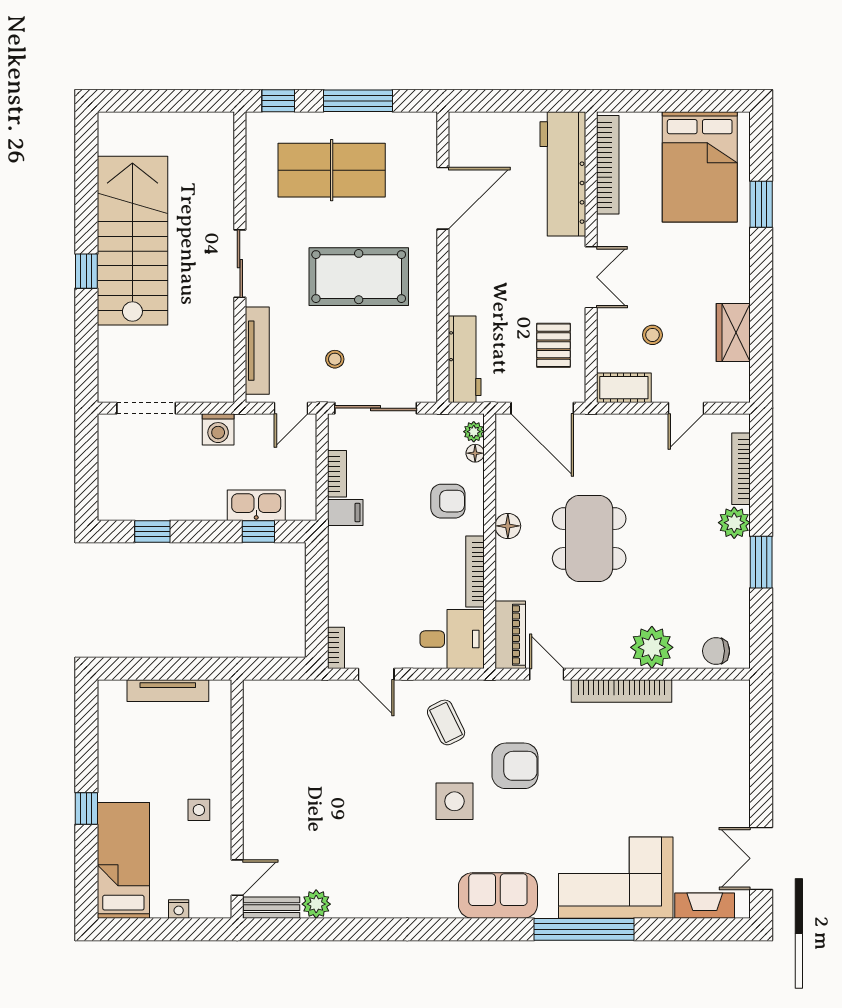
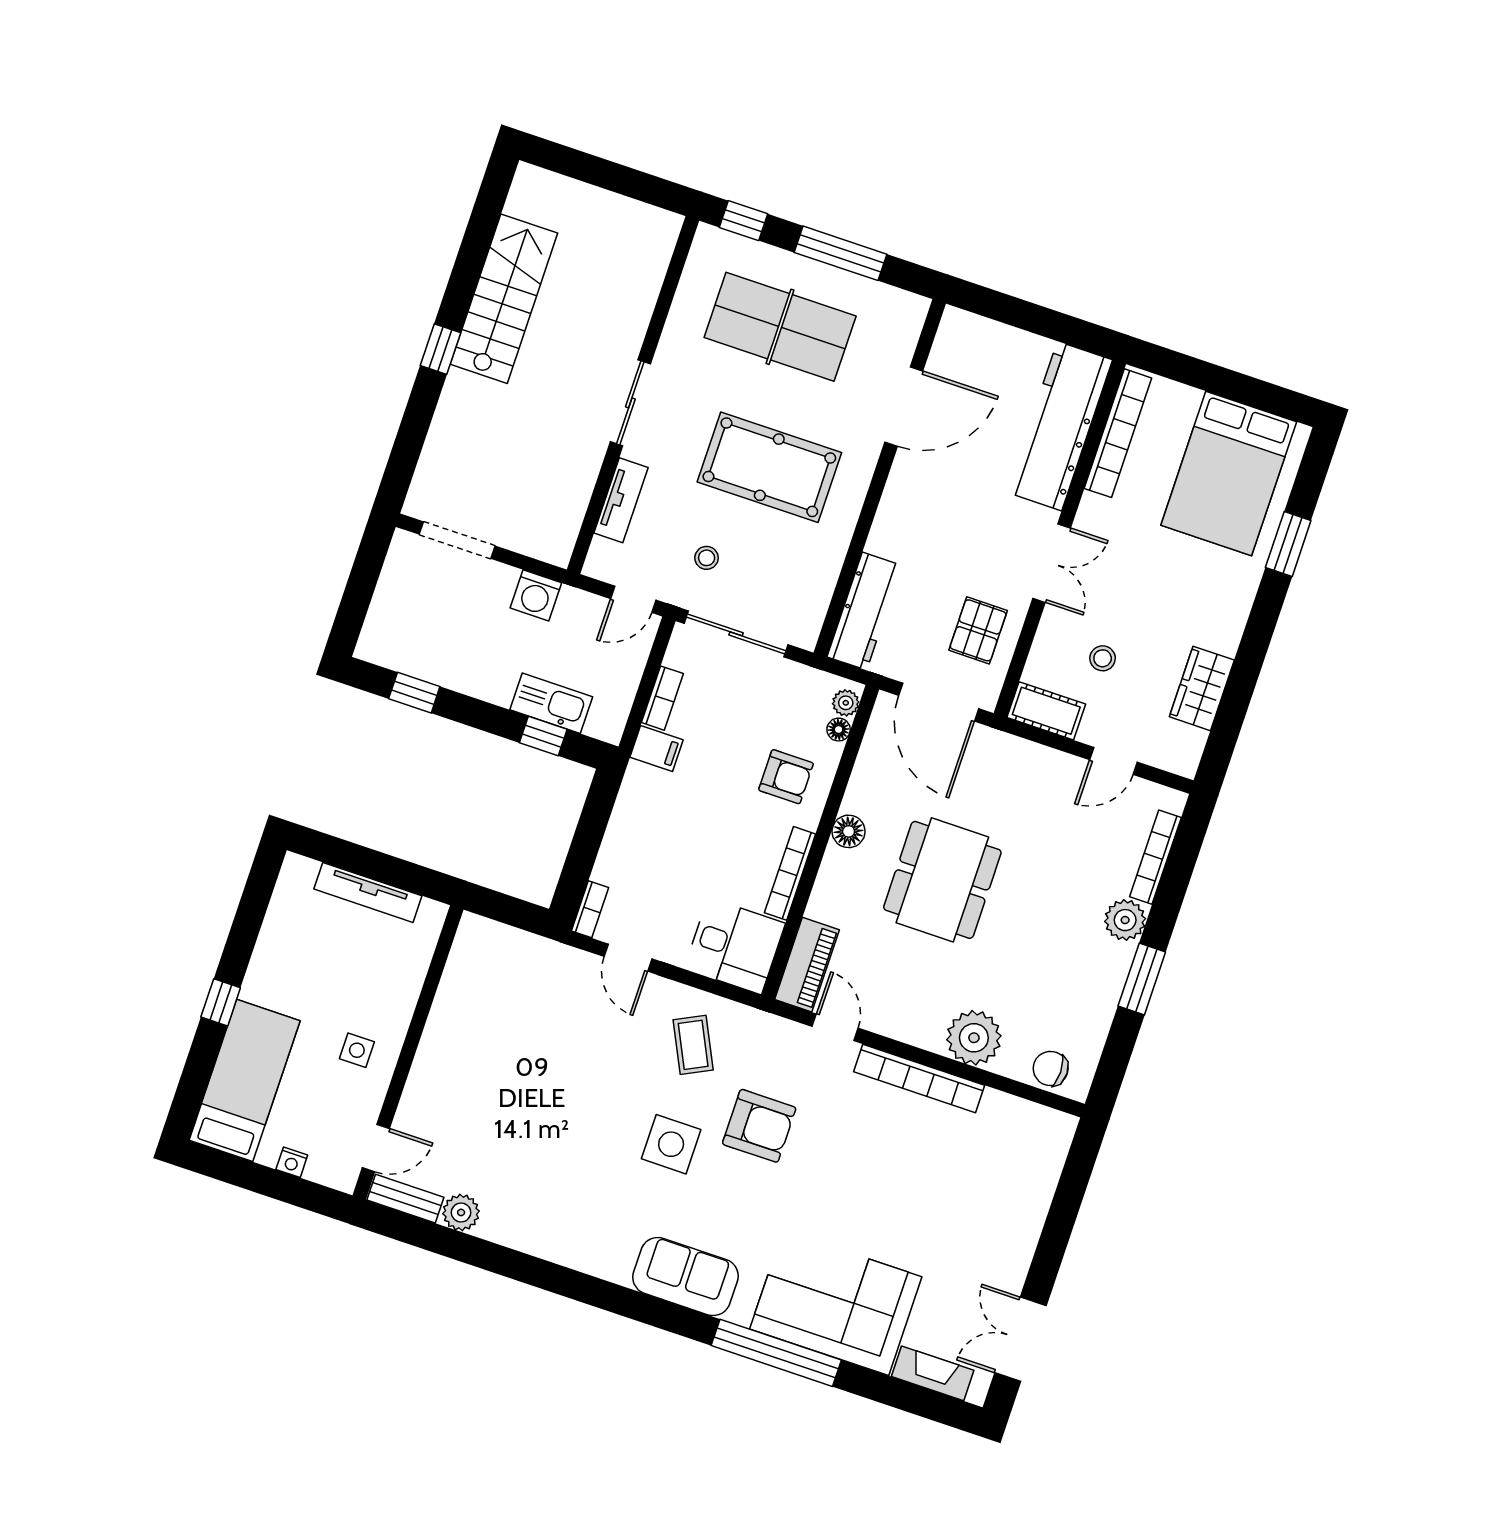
stairs: (132, 241) -> (504, 299), width x0.73, depth x0.66
tv unit: (257, 351) -> (621, 500), width x0.71

